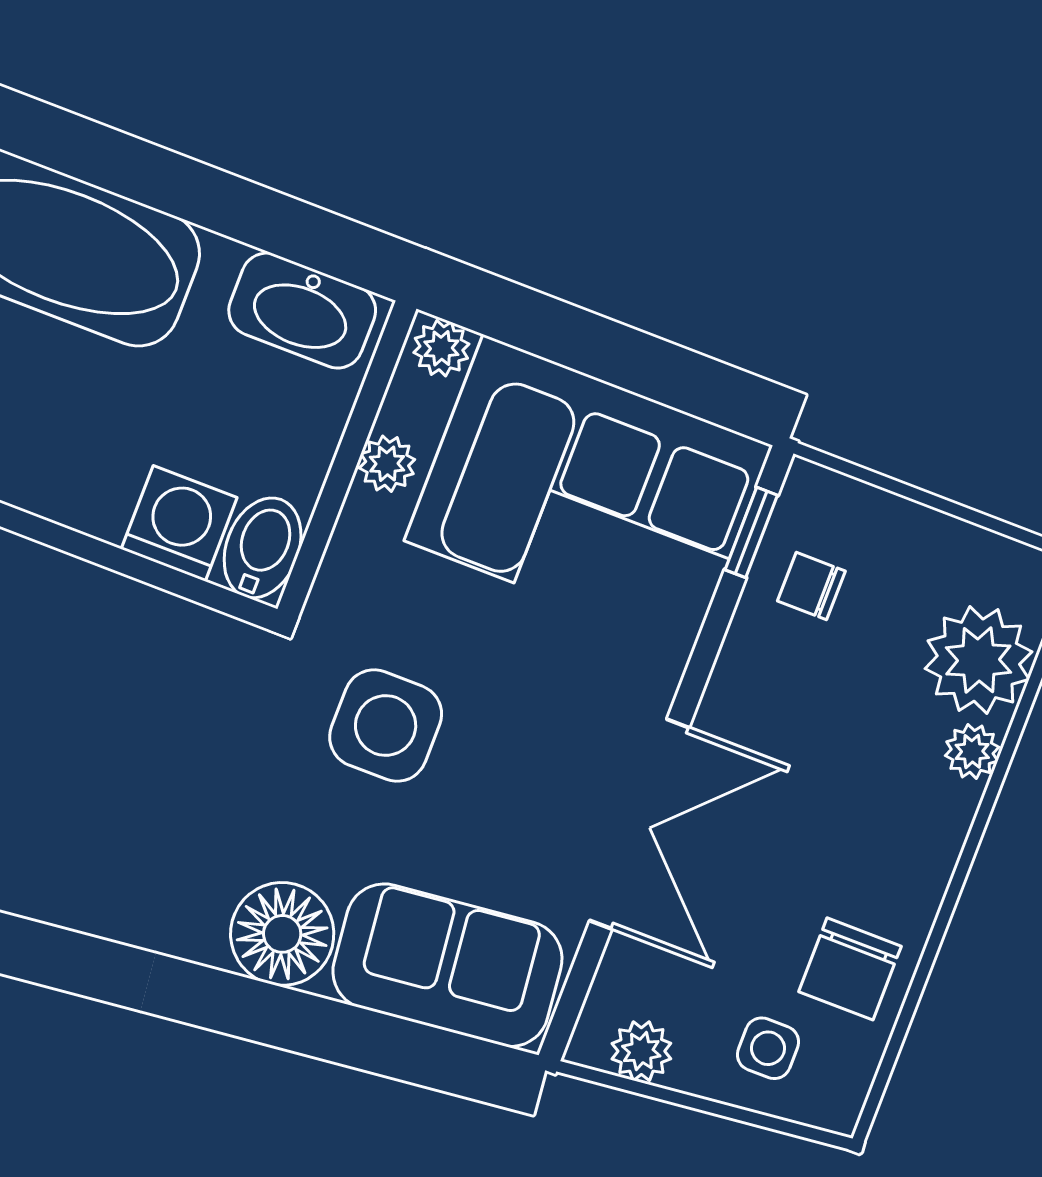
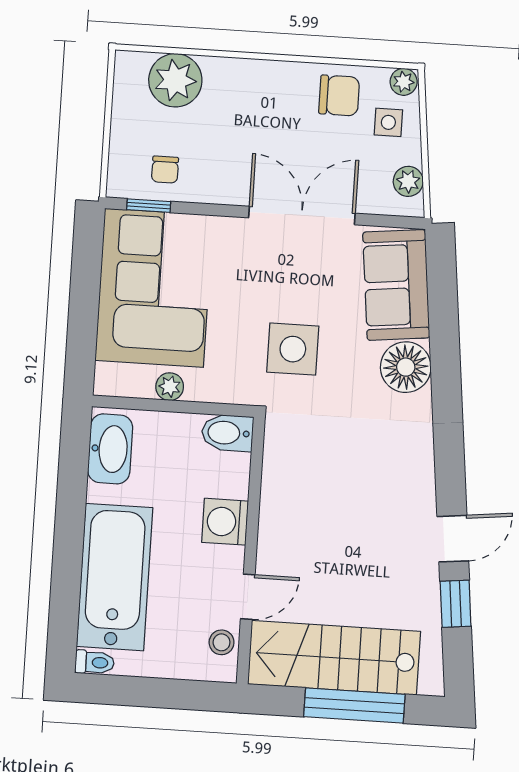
plant: (441, 348) -> (108, 378), removed
washing machine: (179, 523) -> (225, 522), moved
plant: (972, 751) -> (404, 82), moved

